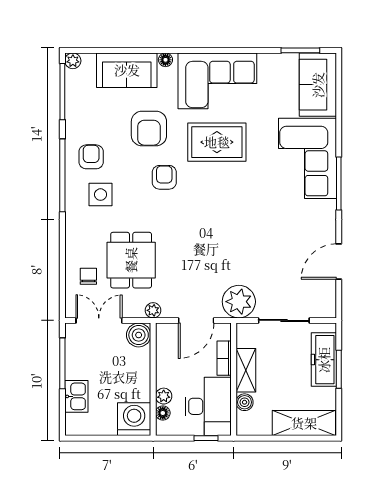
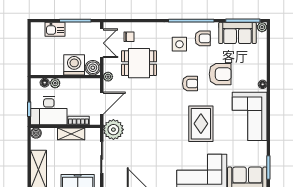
sofa: (127, 70) -> (237, 33), moved, turned -90
armchair: (149, 129) -> (220, 74), turned 180
rug: (217, 142) -> (201, 124), moved
door: (196, 320) -> (102, 103), swing flipped
boiler: (245, 402) -> (36, 133), moved
washing machine: (134, 419) -> (74, 65), moved, turned -90

